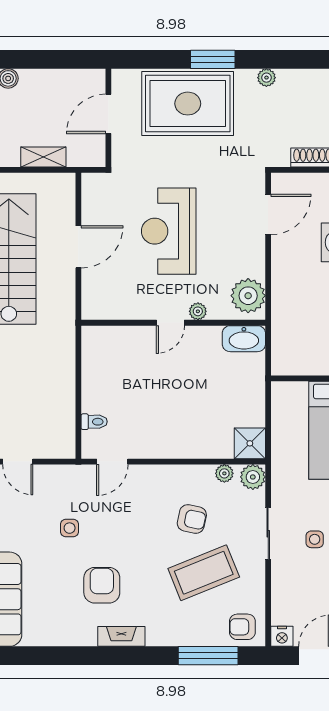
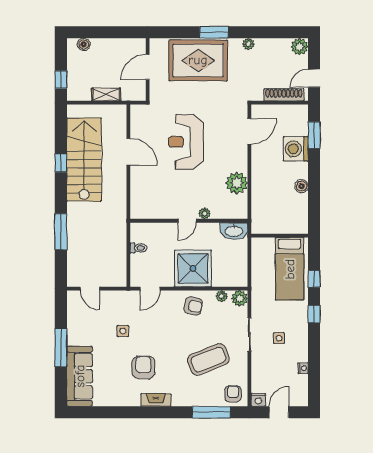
door: (78, 247) -> (128, 152), hinge flipped
plant: (198, 311) -> (205, 213), moved
door: (170, 323) -> (187, 221), moved
wall: (173, 323) -> (189, 221), moved
washbasin: (244, 339) -> (234, 231), moved
toilet: (94, 422) -> (139, 248), moved
shower: (250, 443) -> (193, 268), moved, width x1.86, depth x1.86
armchair: (192, 519) -> (193, 306), moved
armchair: (242, 627) -> (233, 394), turned 90

